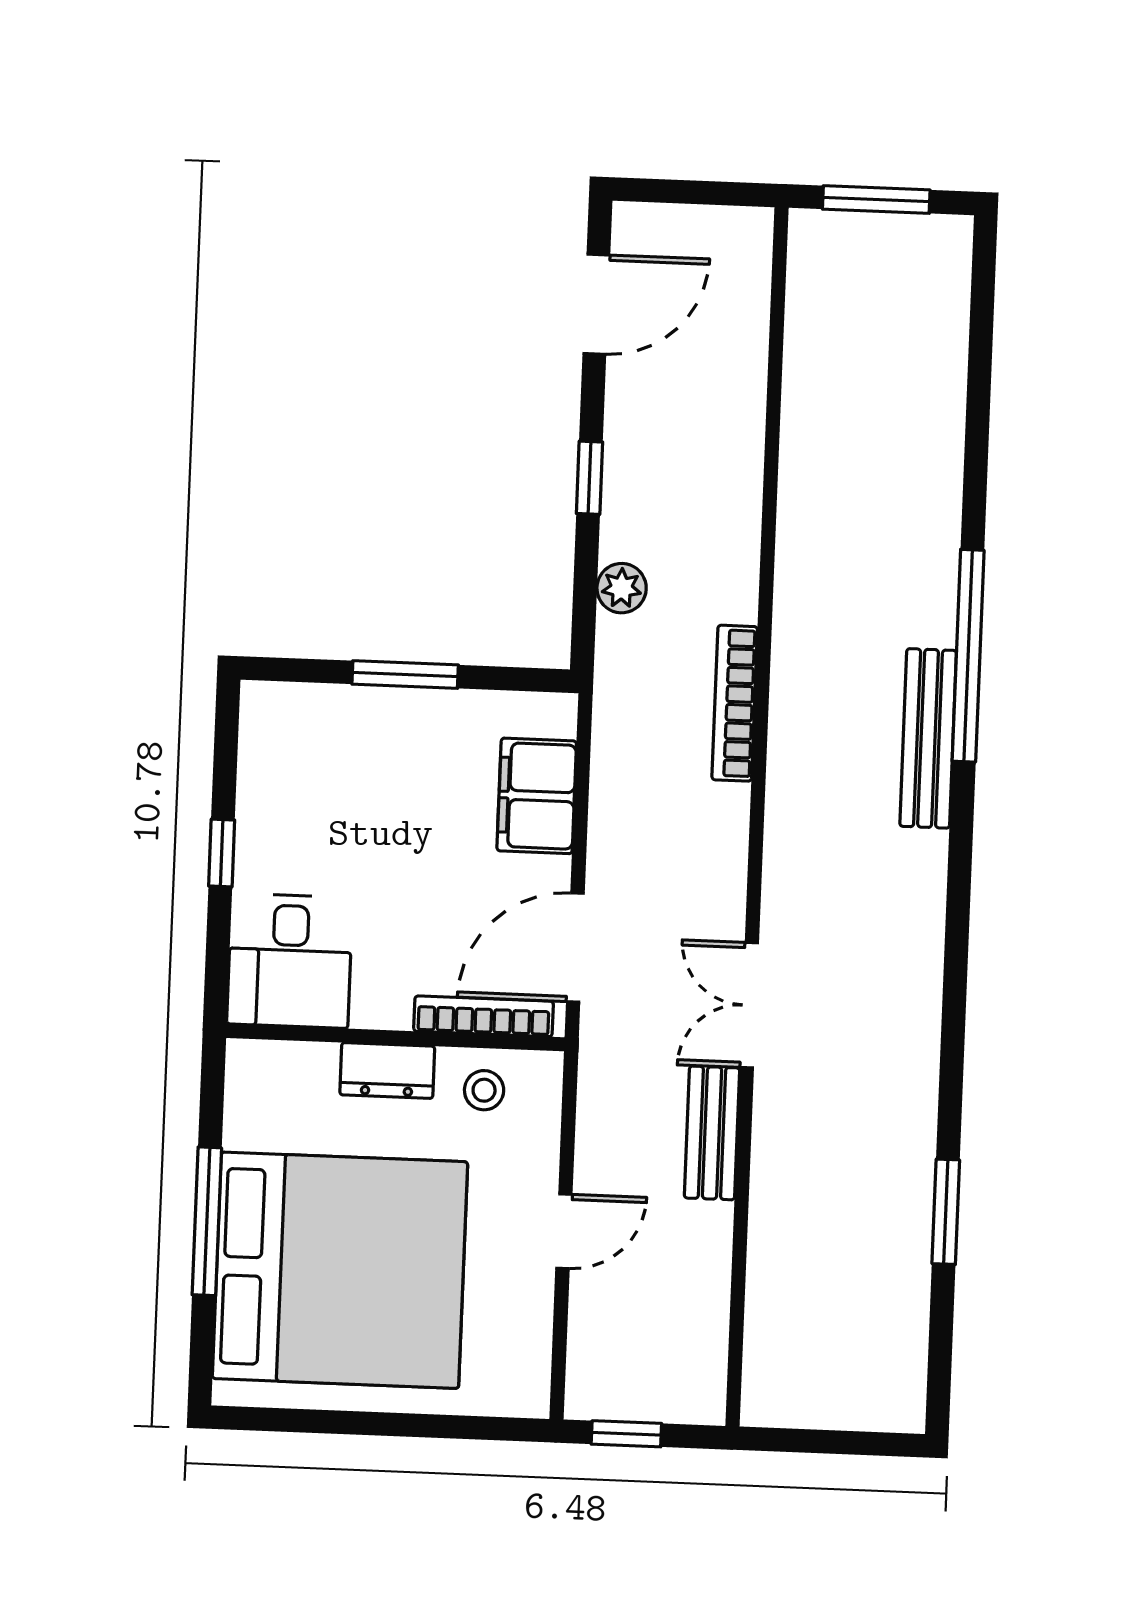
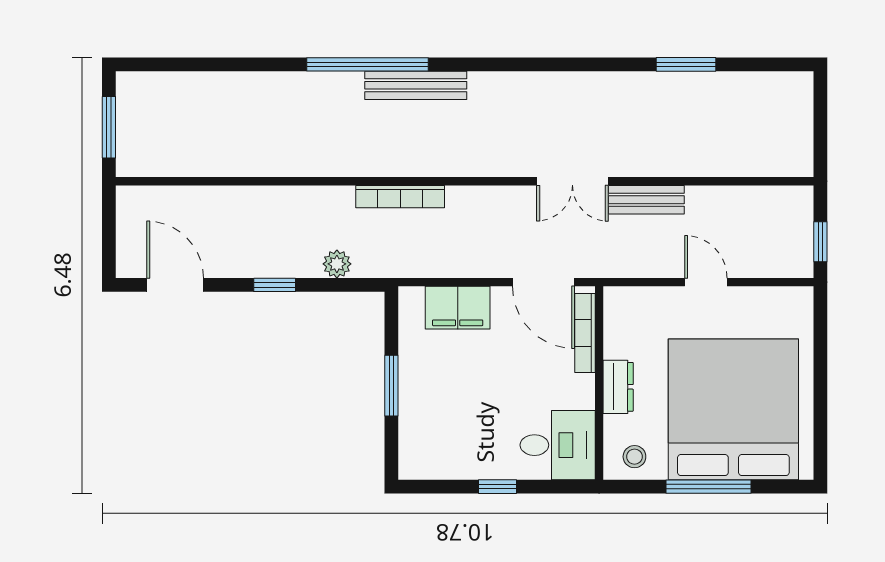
stool: (484, 1090) -> (634, 457), moved

